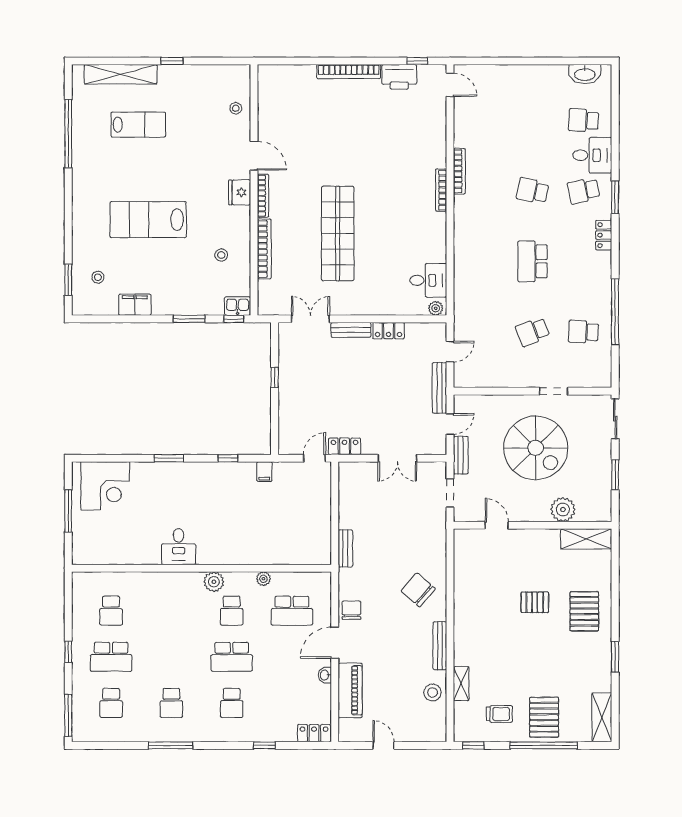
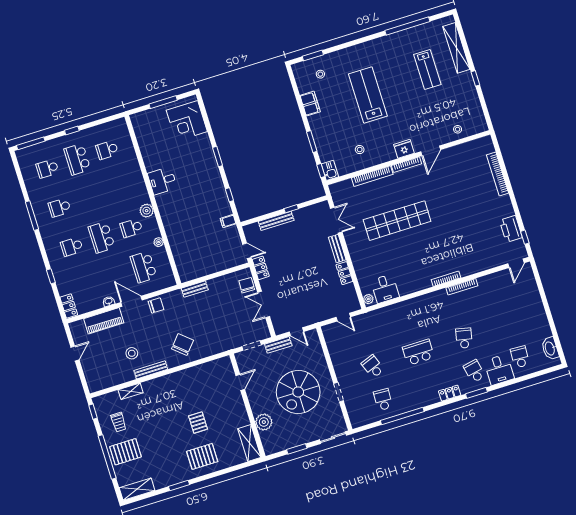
bookcase: (349, 72) -> (498, 174), moved
bench: (439, 388) -> (276, 221), moved
chair: (363, 474) -> (247, 285), added
stool: (432, 693) -> (132, 353), moved

